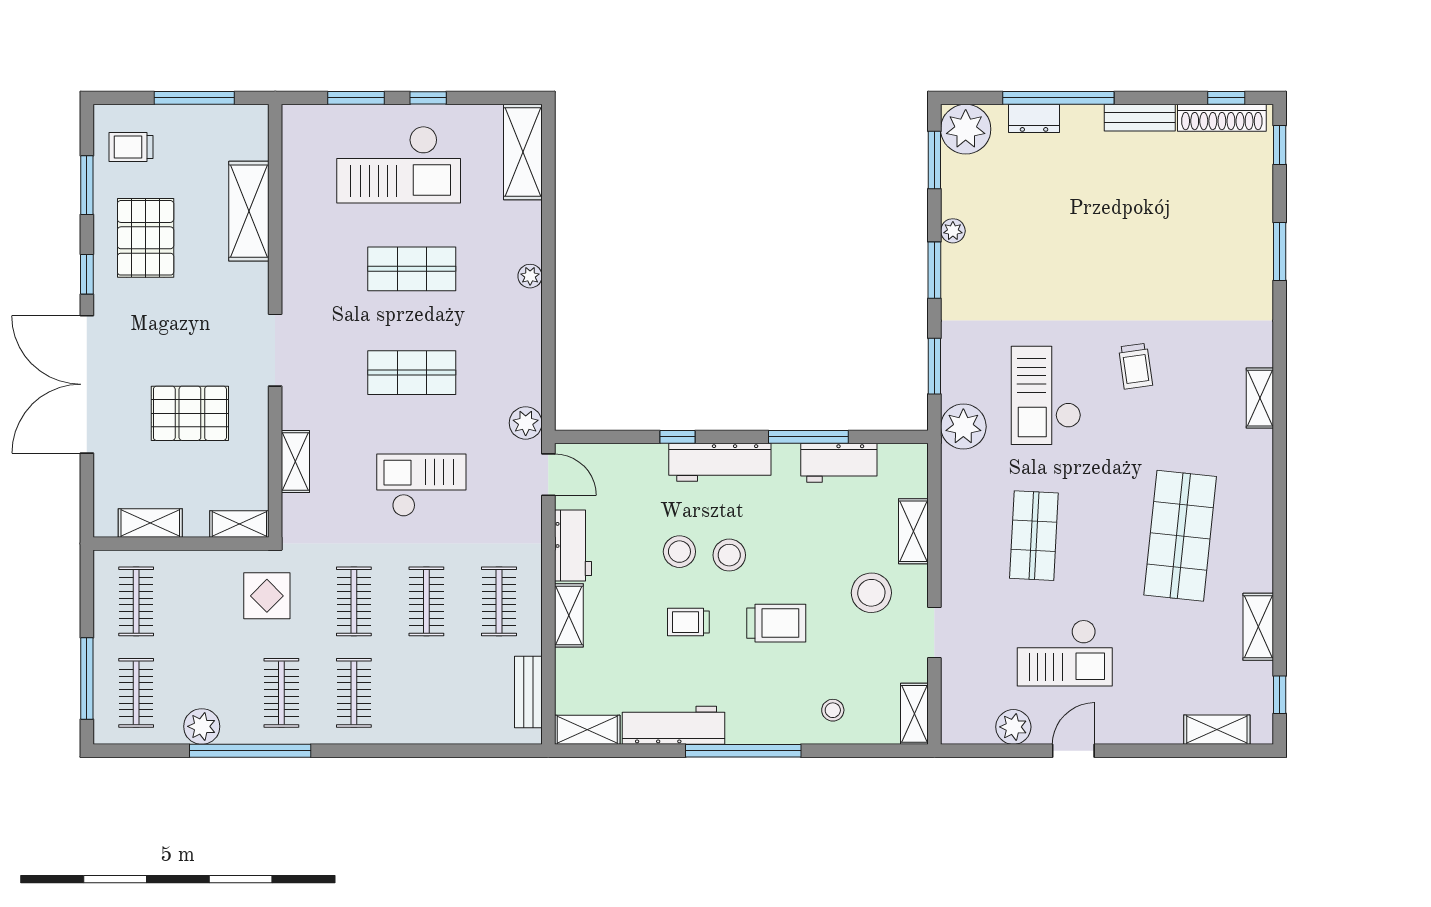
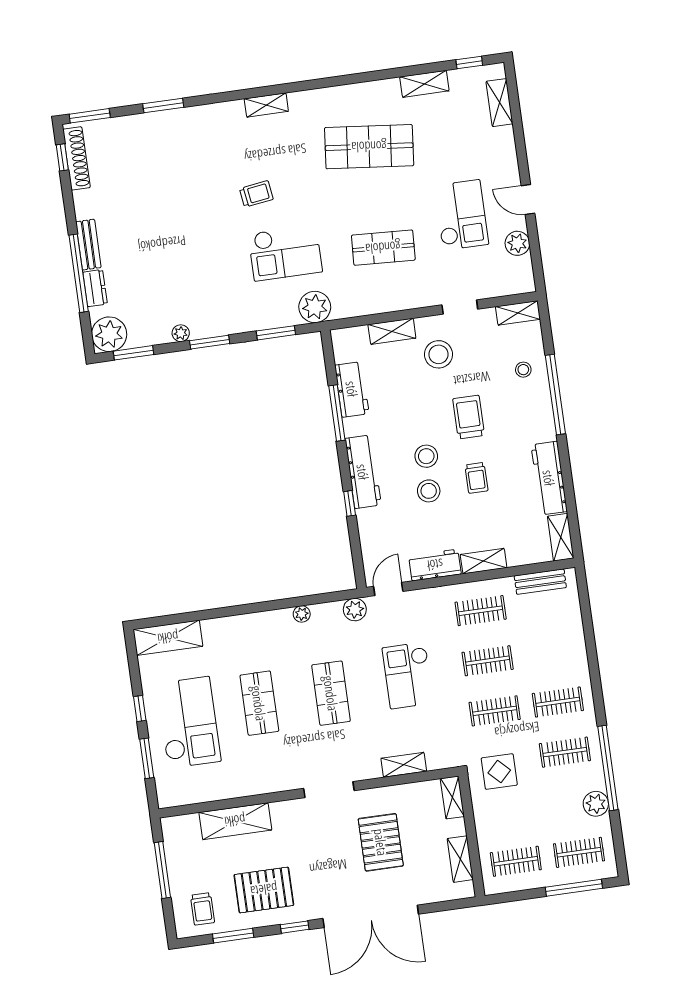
bench: (1140, 118) -> (88, 245), moved
window: (1280, 145) -> (90, 116), width x1.50
plant: (530, 276) -> (302, 614), moved
window: (743, 751) -> (555, 394), moved

